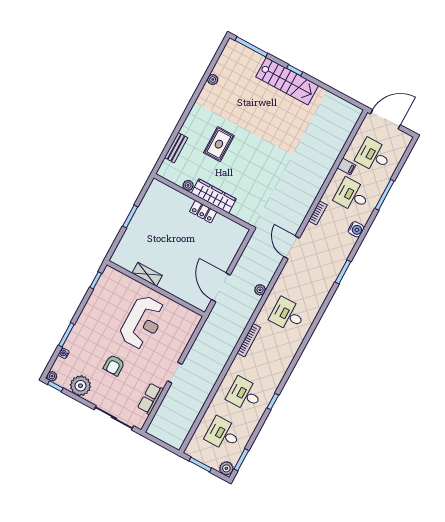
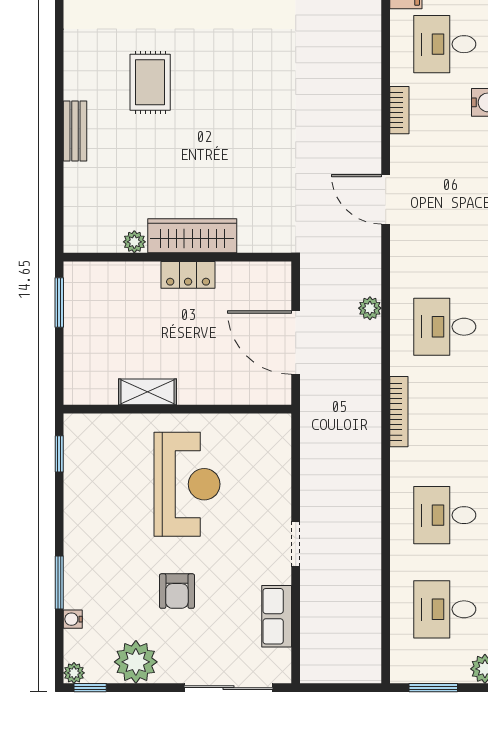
plant: (188, 185) -> (134, 242), moved
wardrobe: (214, 196) -> (192, 236), moved
wall: (203, 202) -> (177, 257), moved
locker: (203, 212) -> (188, 275), moved

